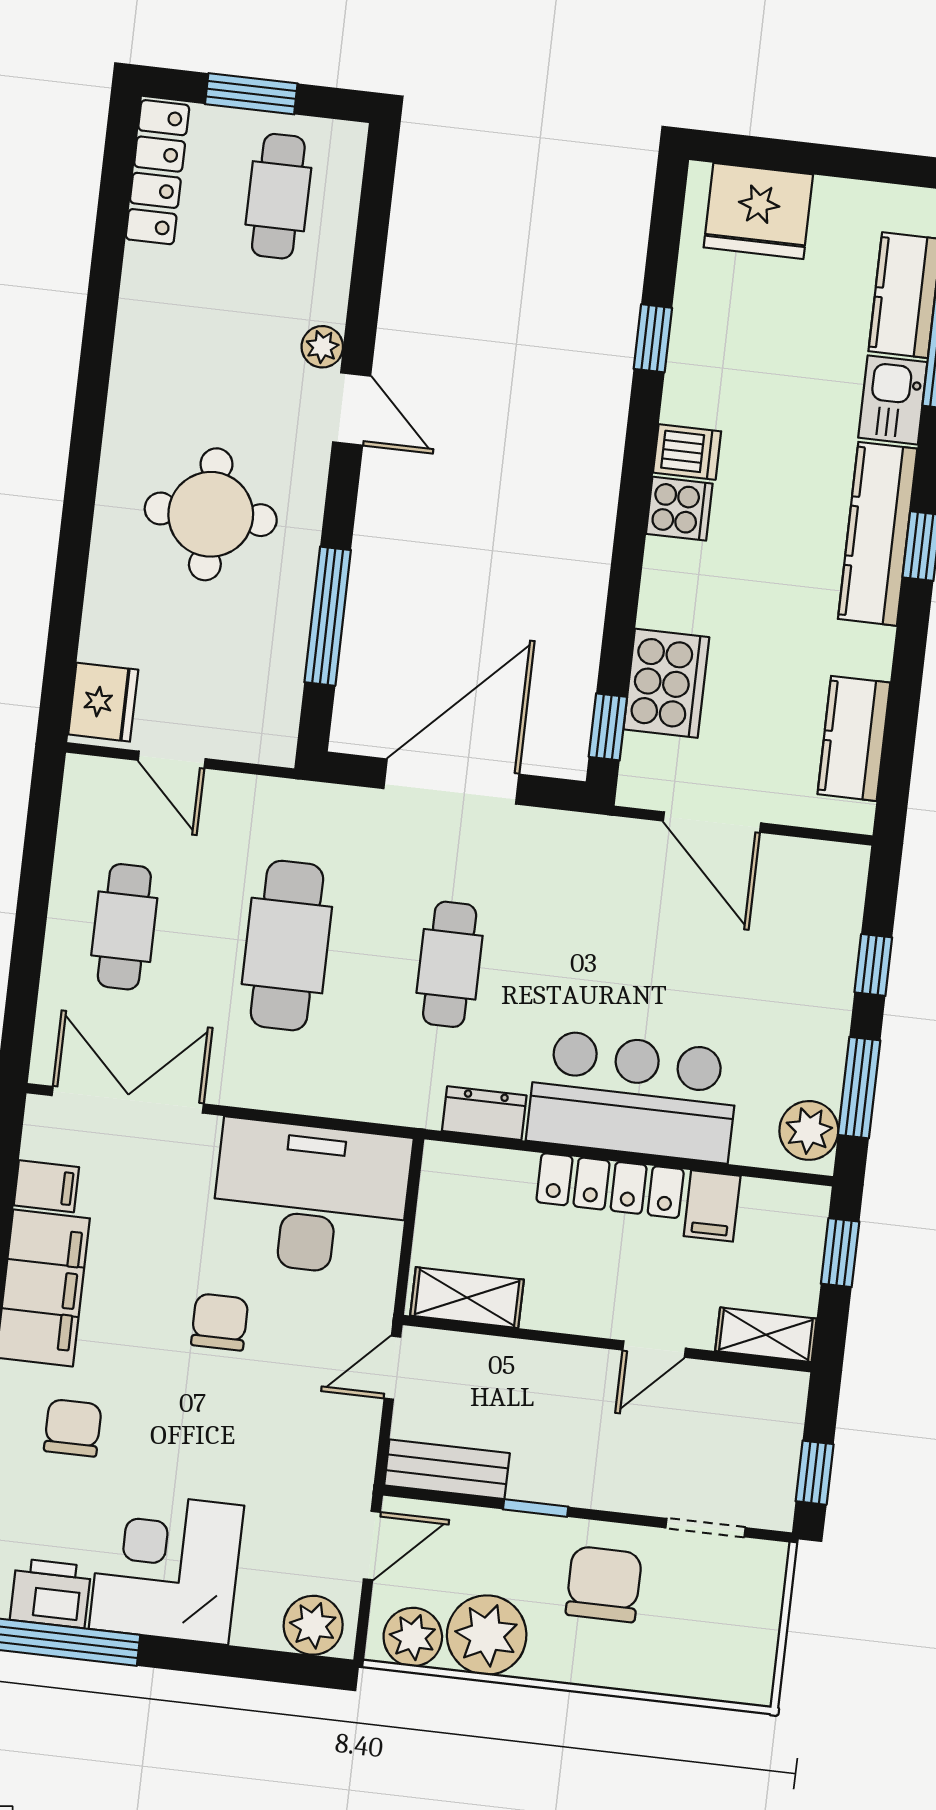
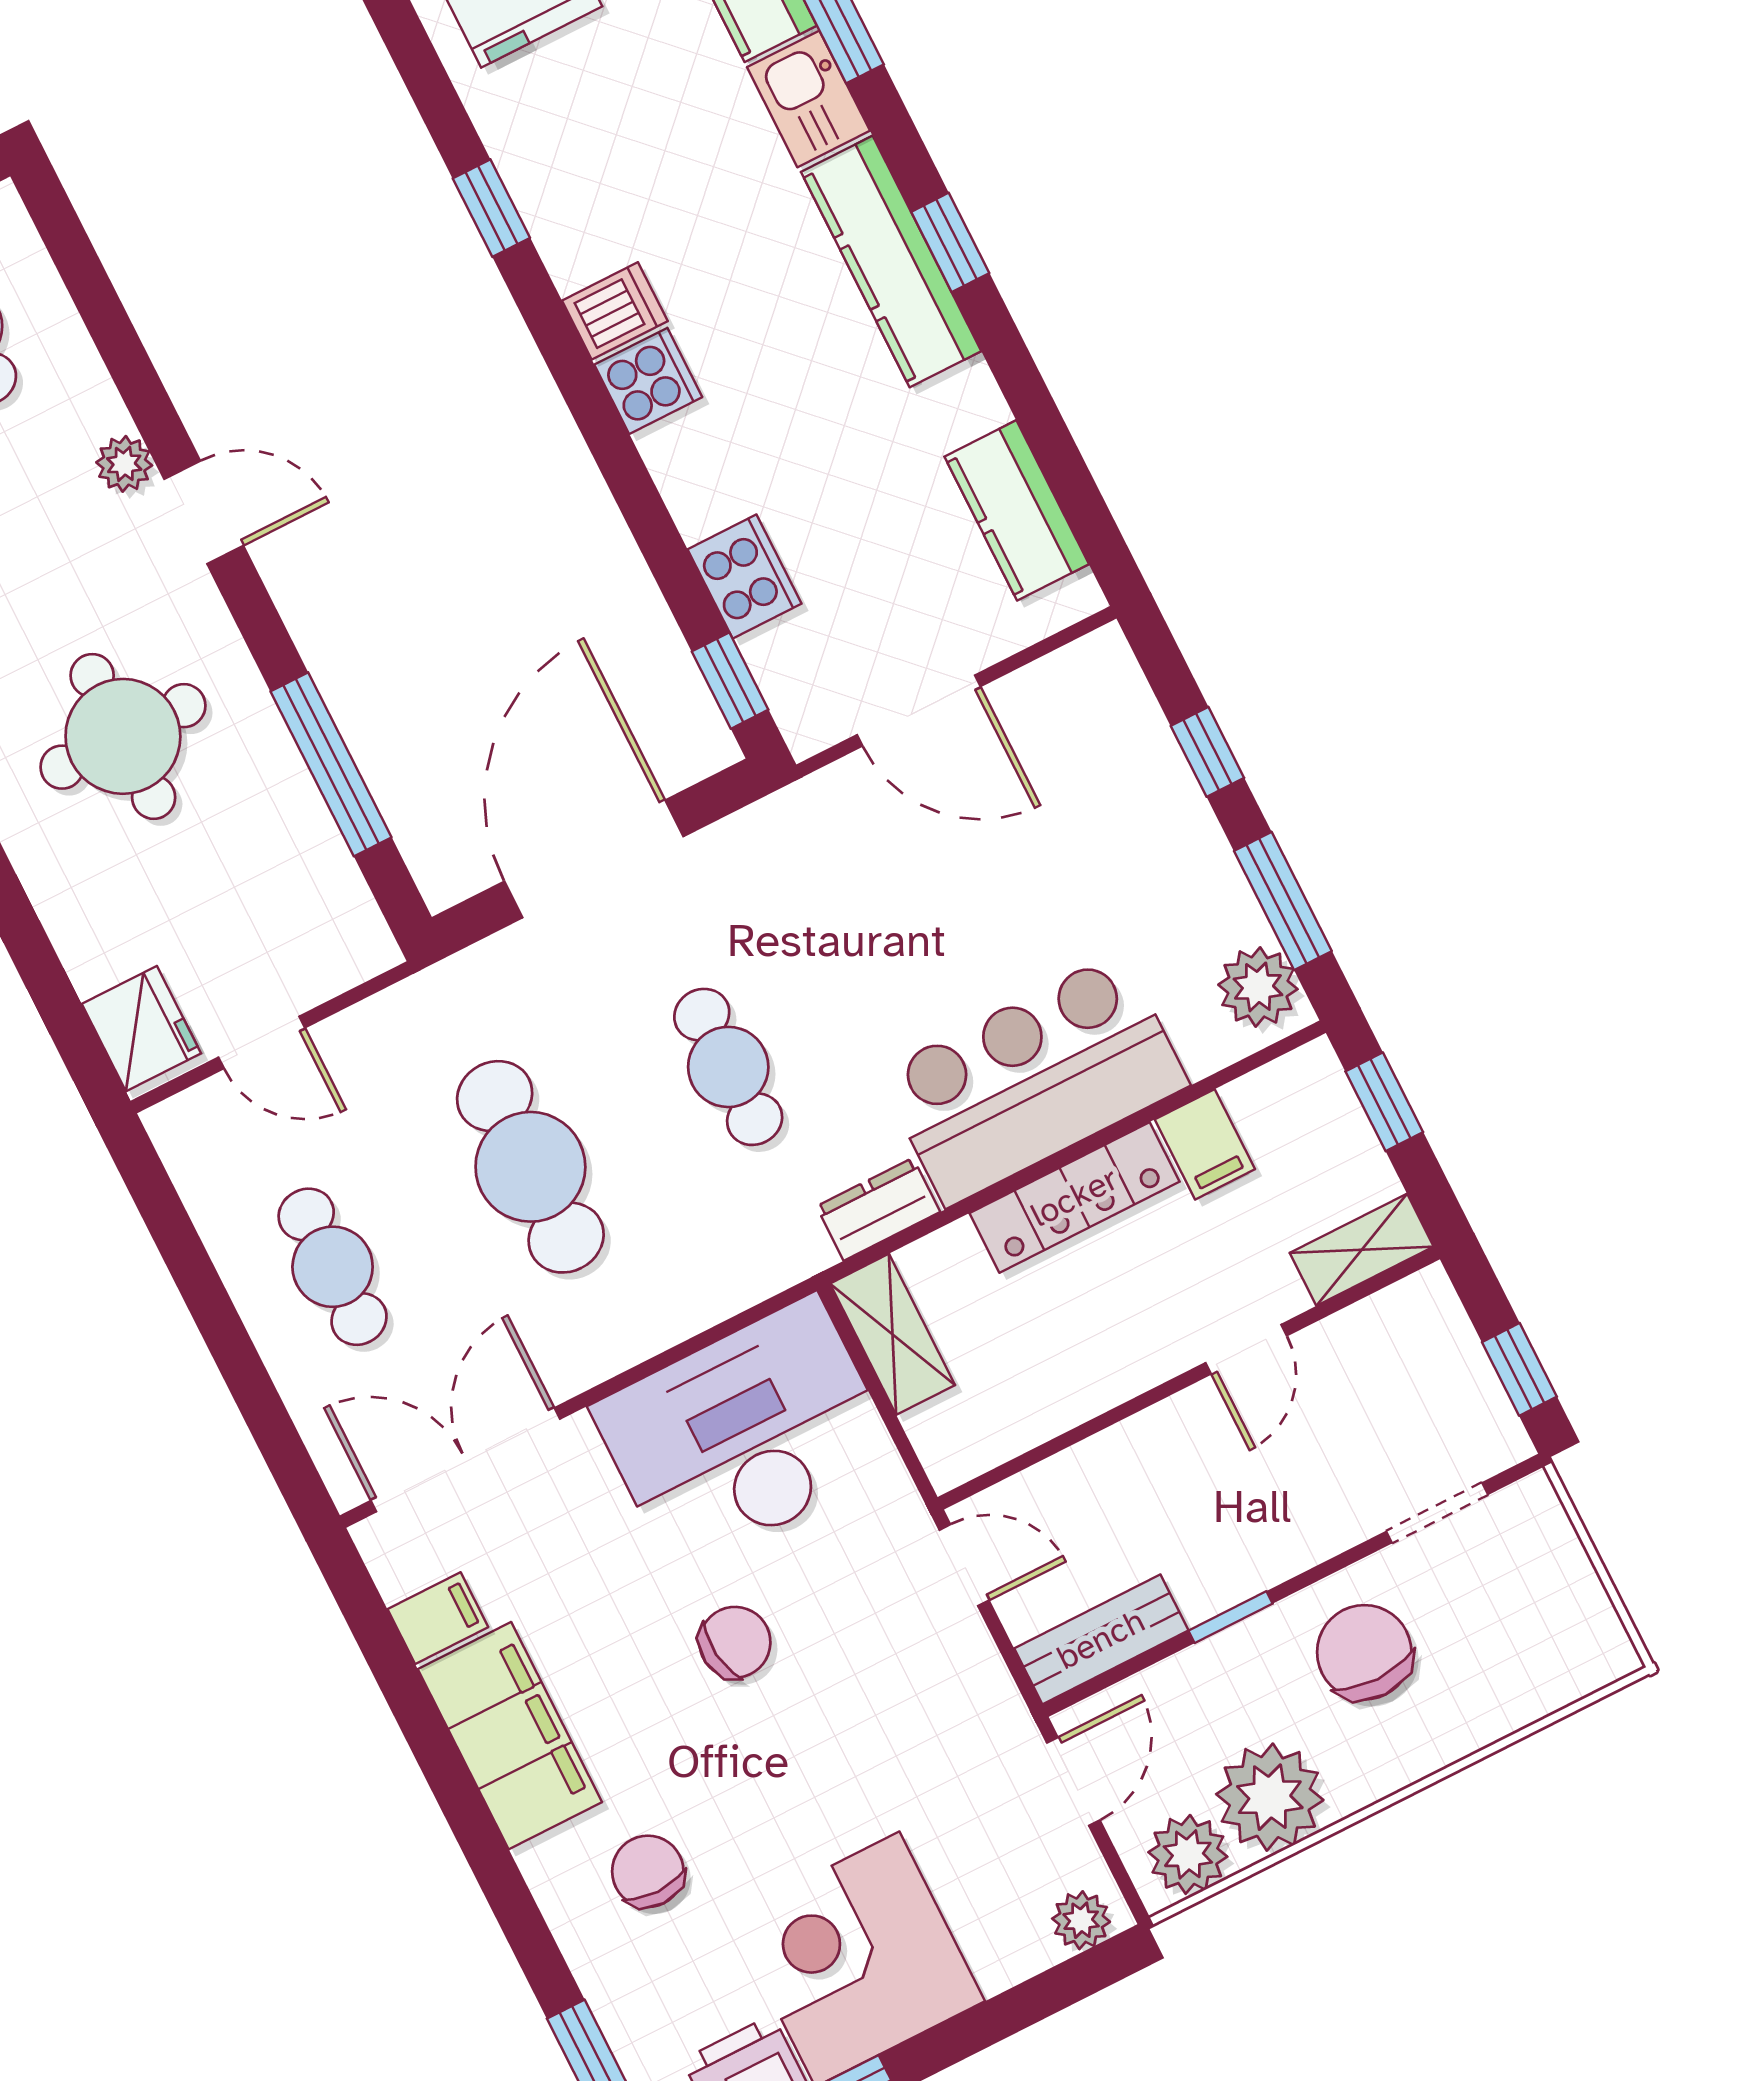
cooker: (666, 683) -> (744, 577), width x0.73, depth x0.76
shelving: (467, 1298) -> (892, 1334), moved, turned 90
chair: (220, 1322) -> (735, 1642), turned 83
door: (392, 1368) -> (964, 1565), swing flipped
plant: (313, 1625) -> (1081, 1920), width x0.73, depth x0.73

